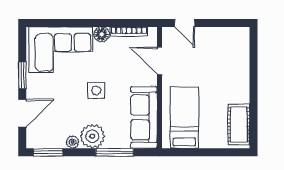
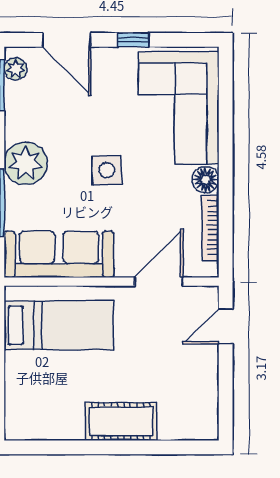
window: (22, 75) -> (133, 40), width x0.67
cot: (239, 125) -> (121, 421), moved
plant: (73, 142) -> (15, 69), moved

